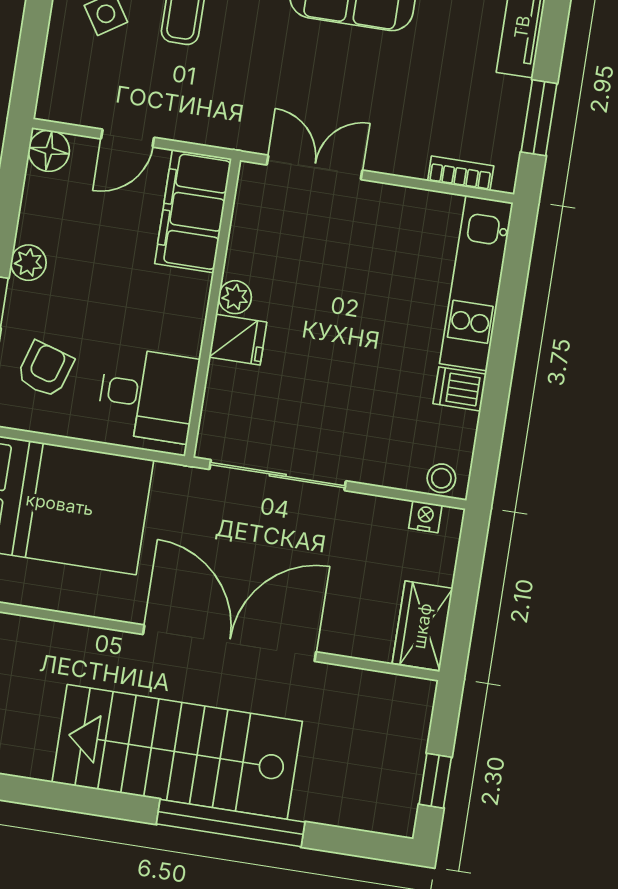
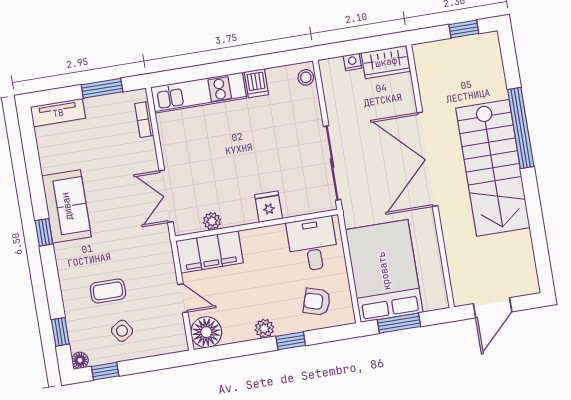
floor lamp: (49, 151) -> (206, 332), width x1.38, depth x1.38
plant: (235, 297) -> (212, 221), moved
nightstand: (425, 517) -> (352, 62), moved, turned 90

